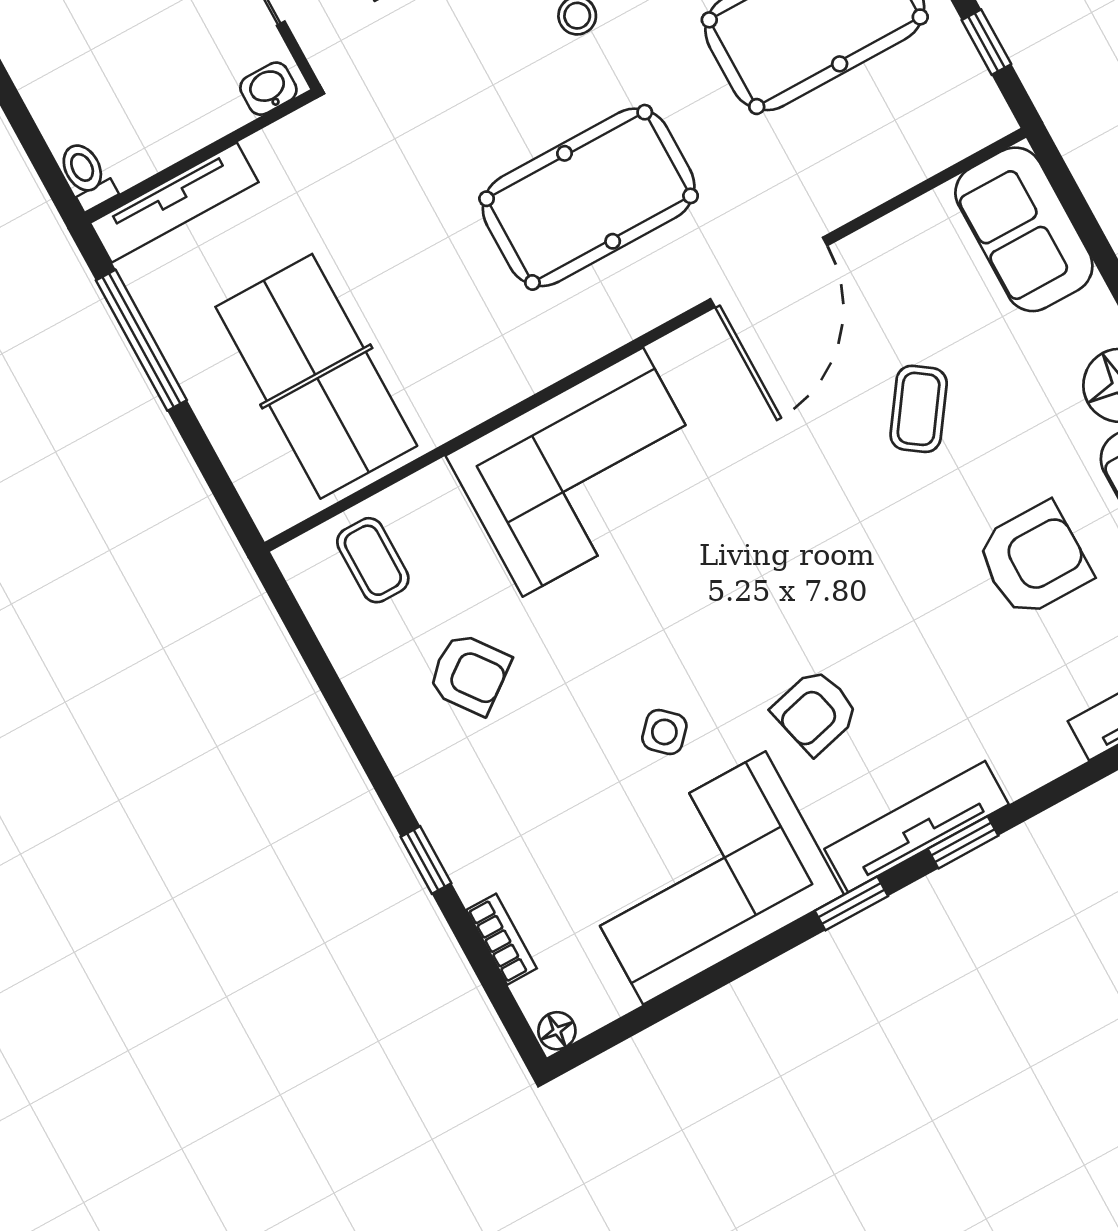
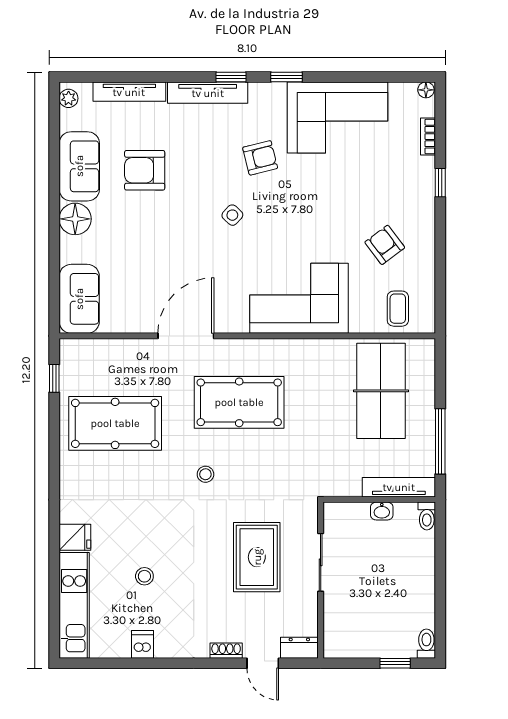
washbasin: (268, 89) -> (382, 511), moved
coffee table: (919, 409) -> (157, 252), removed
side table: (664, 732) -> (232, 215), moved
tv unit: (917, 827) -> (208, 93), moved

